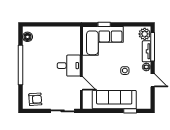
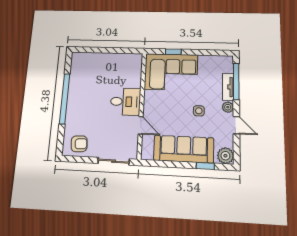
plant: (145, 34) -> (225, 156), moved
floor lamp: (27, 37) -> (77, 64), removed

